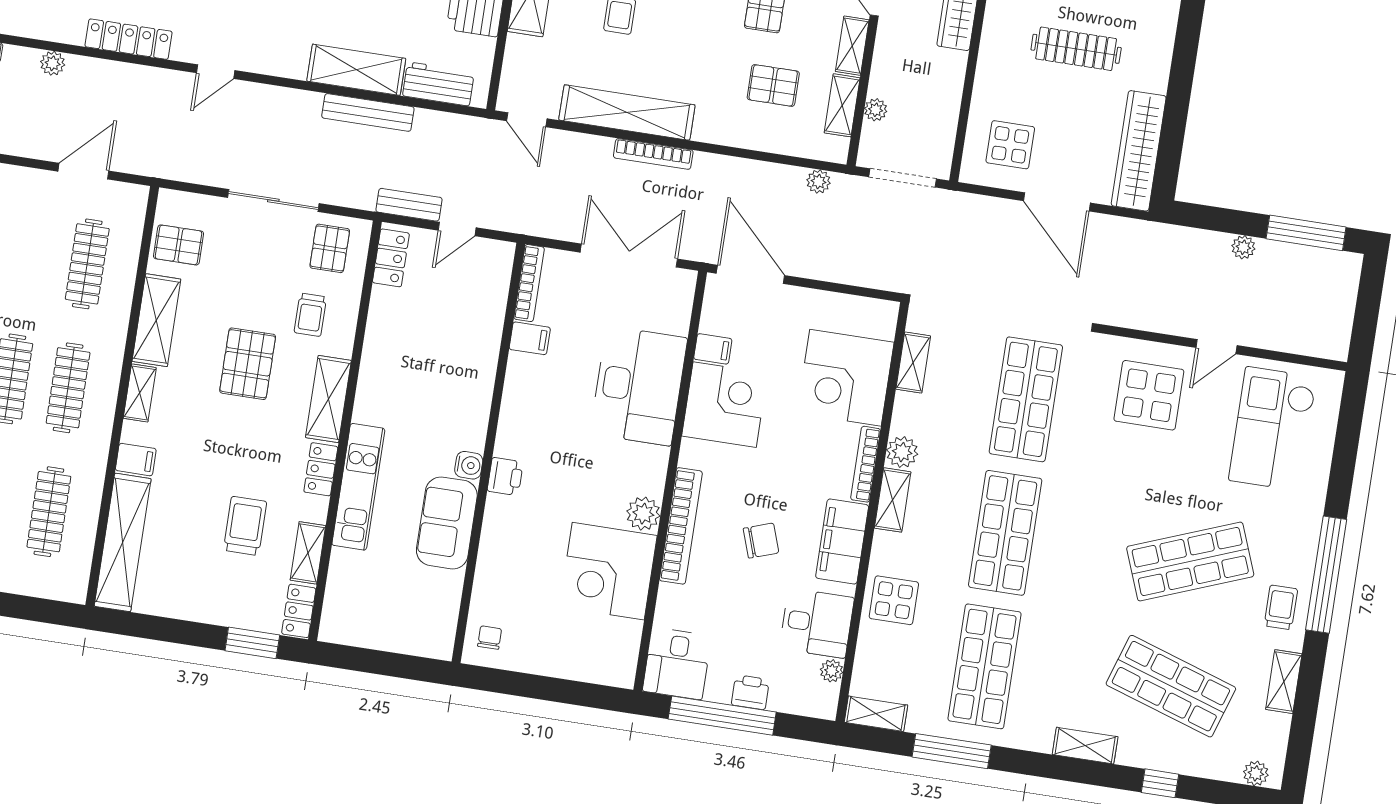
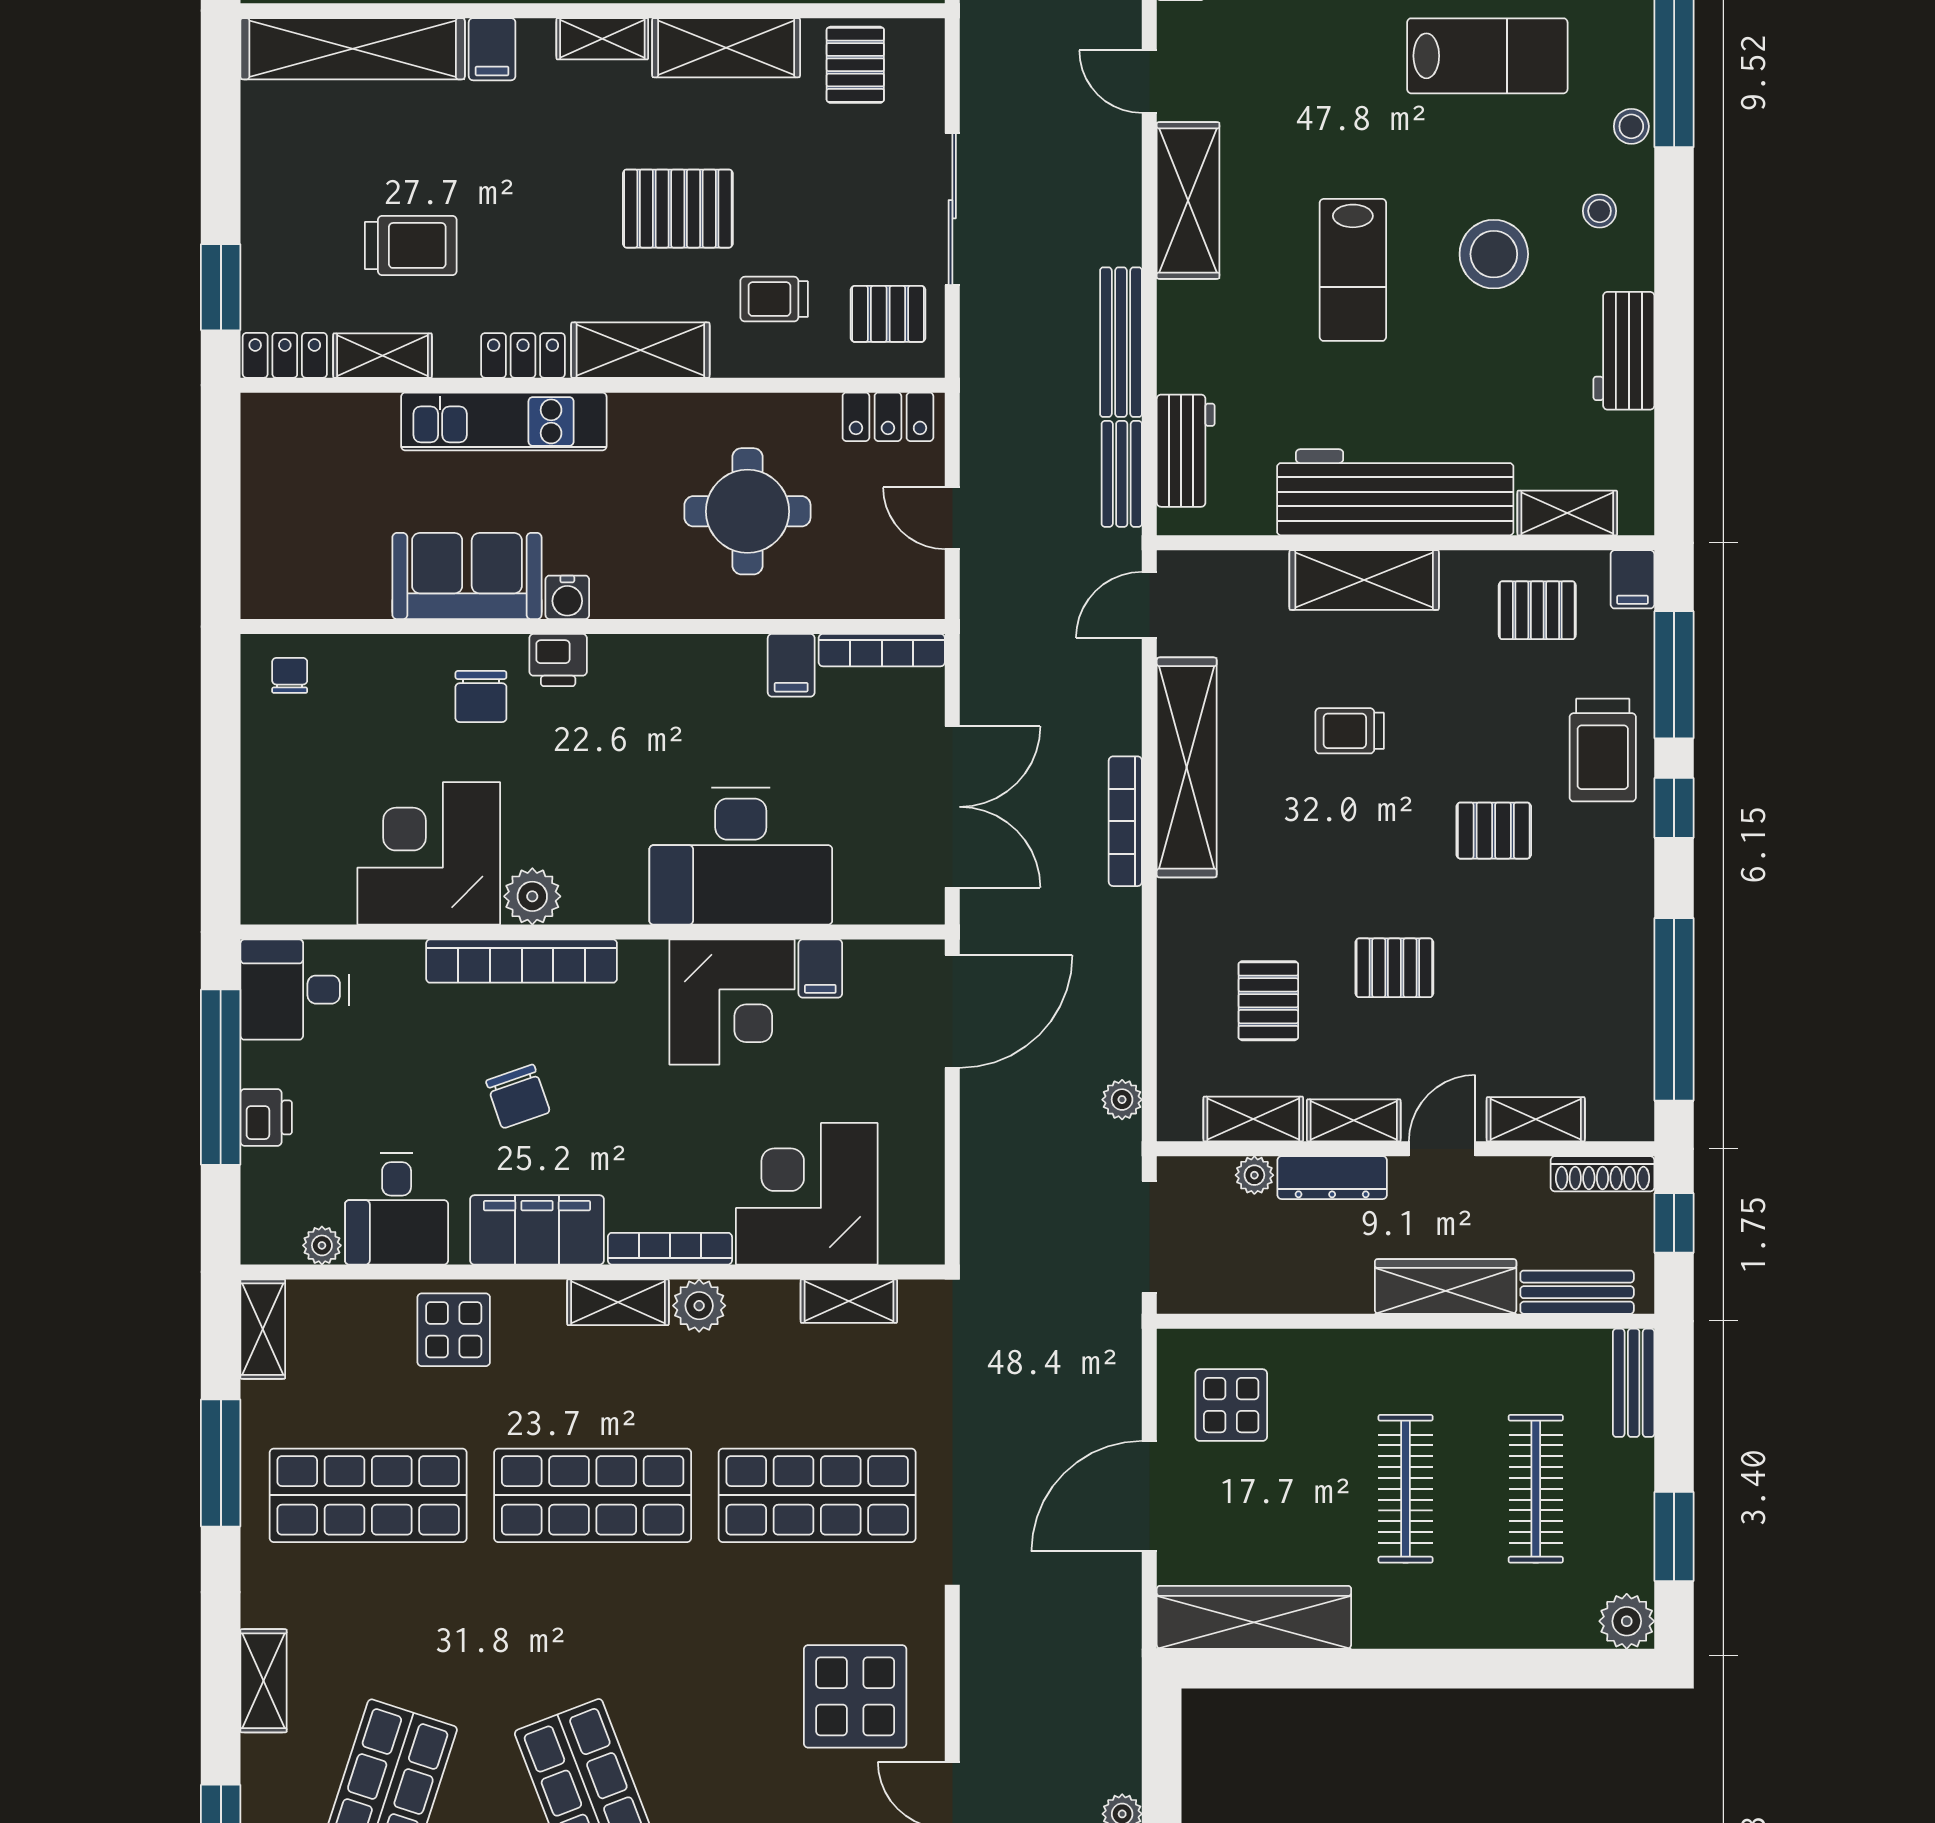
dresser: (884, 64) -> (1332, 1178), added
shelving: (356, 70) -> (1188, 200), moved
bench: (409, 205) -> (1122, 474), moved
round table: (434, 350) -> (747, 511), added
chair: (520, 526) -> (481, 696), added
chair: (490, 638) -> (290, 675), turned -90

